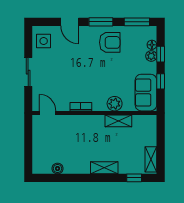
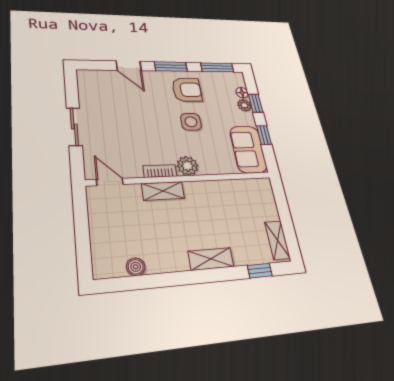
side table: (44, 41) -> (191, 122), moved
plant: (115, 104) -> (187, 166), moved
shelving: (118, 121) -> (163, 191), moved

